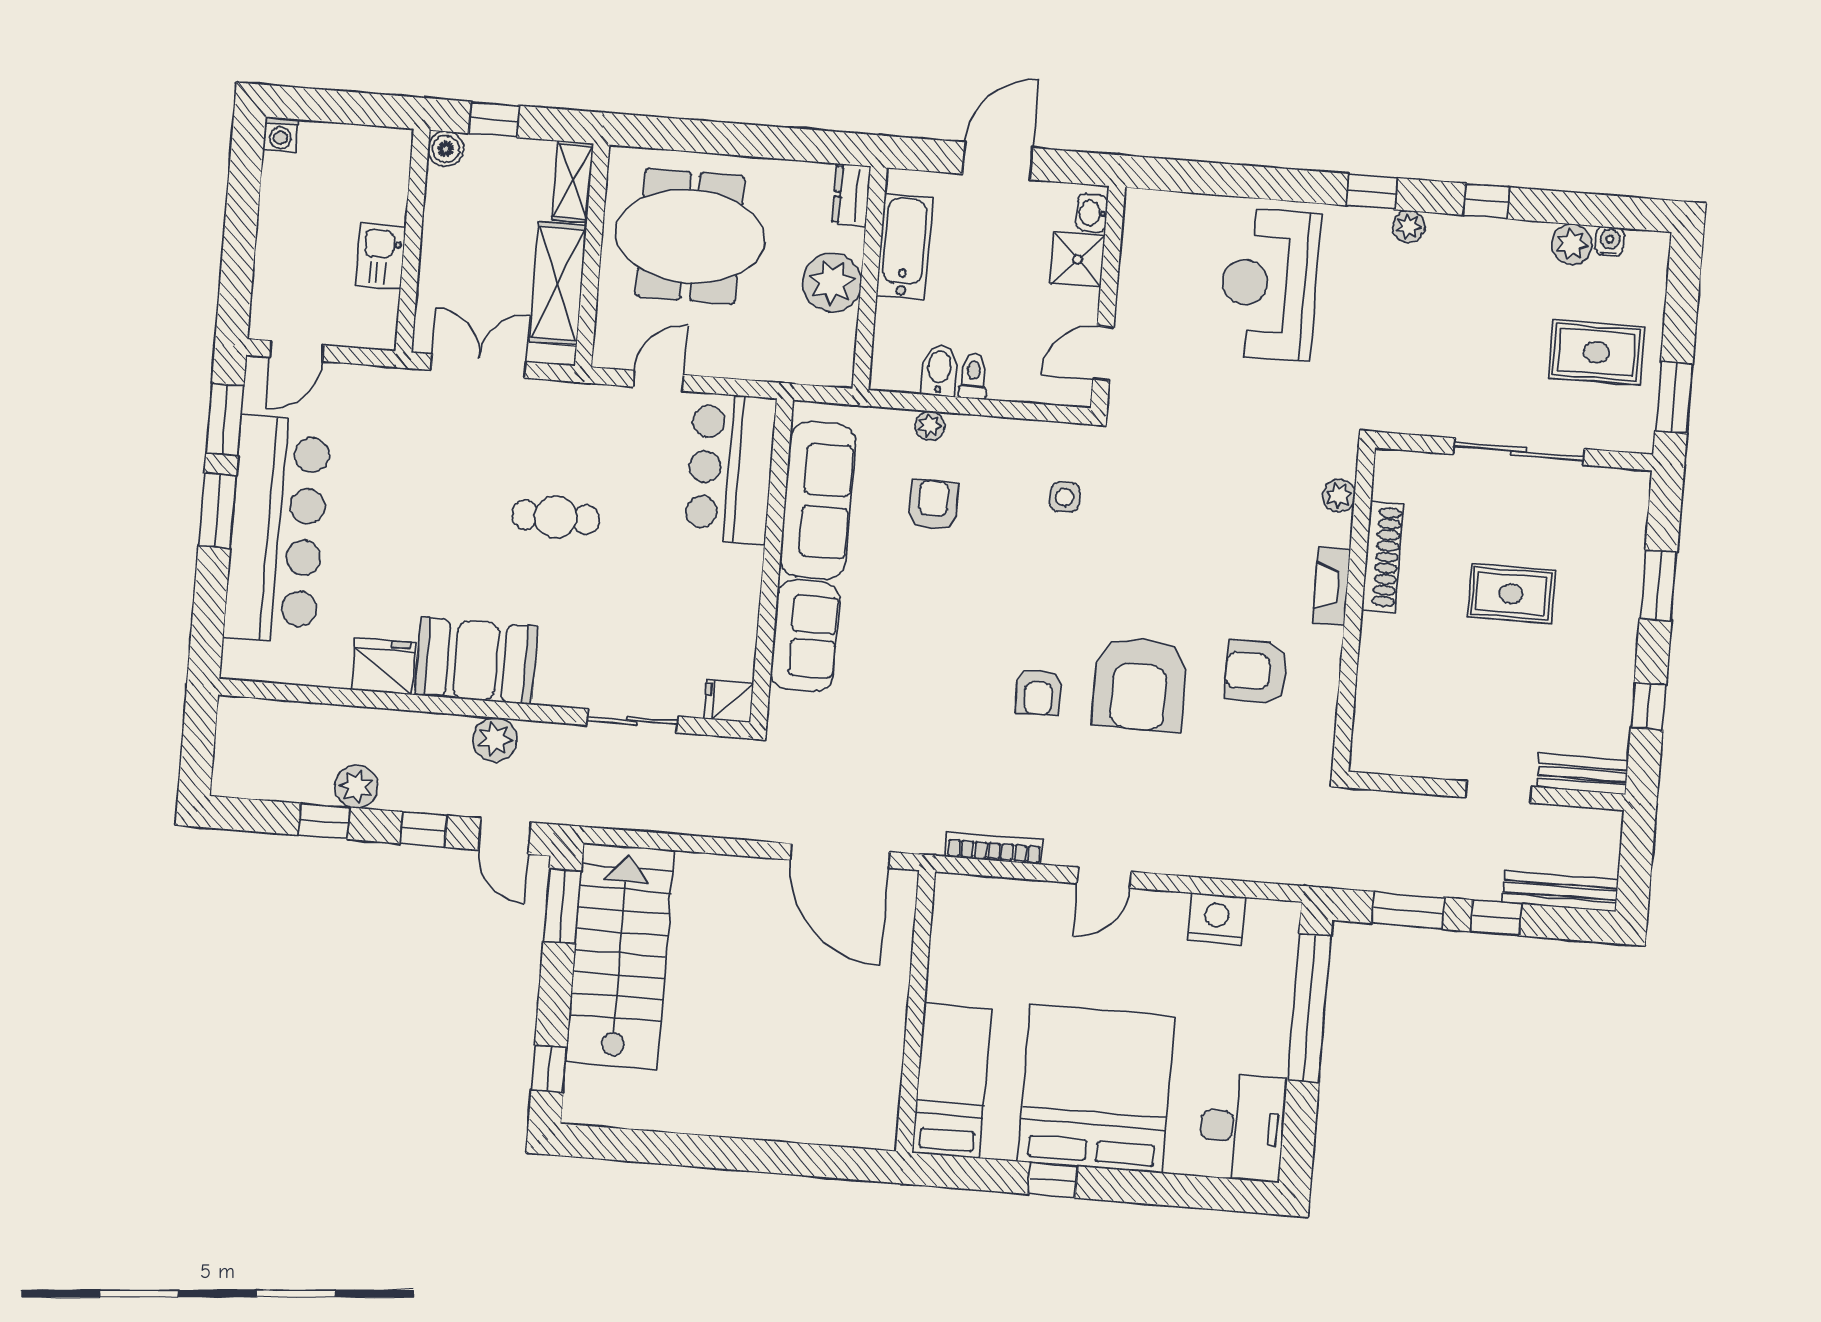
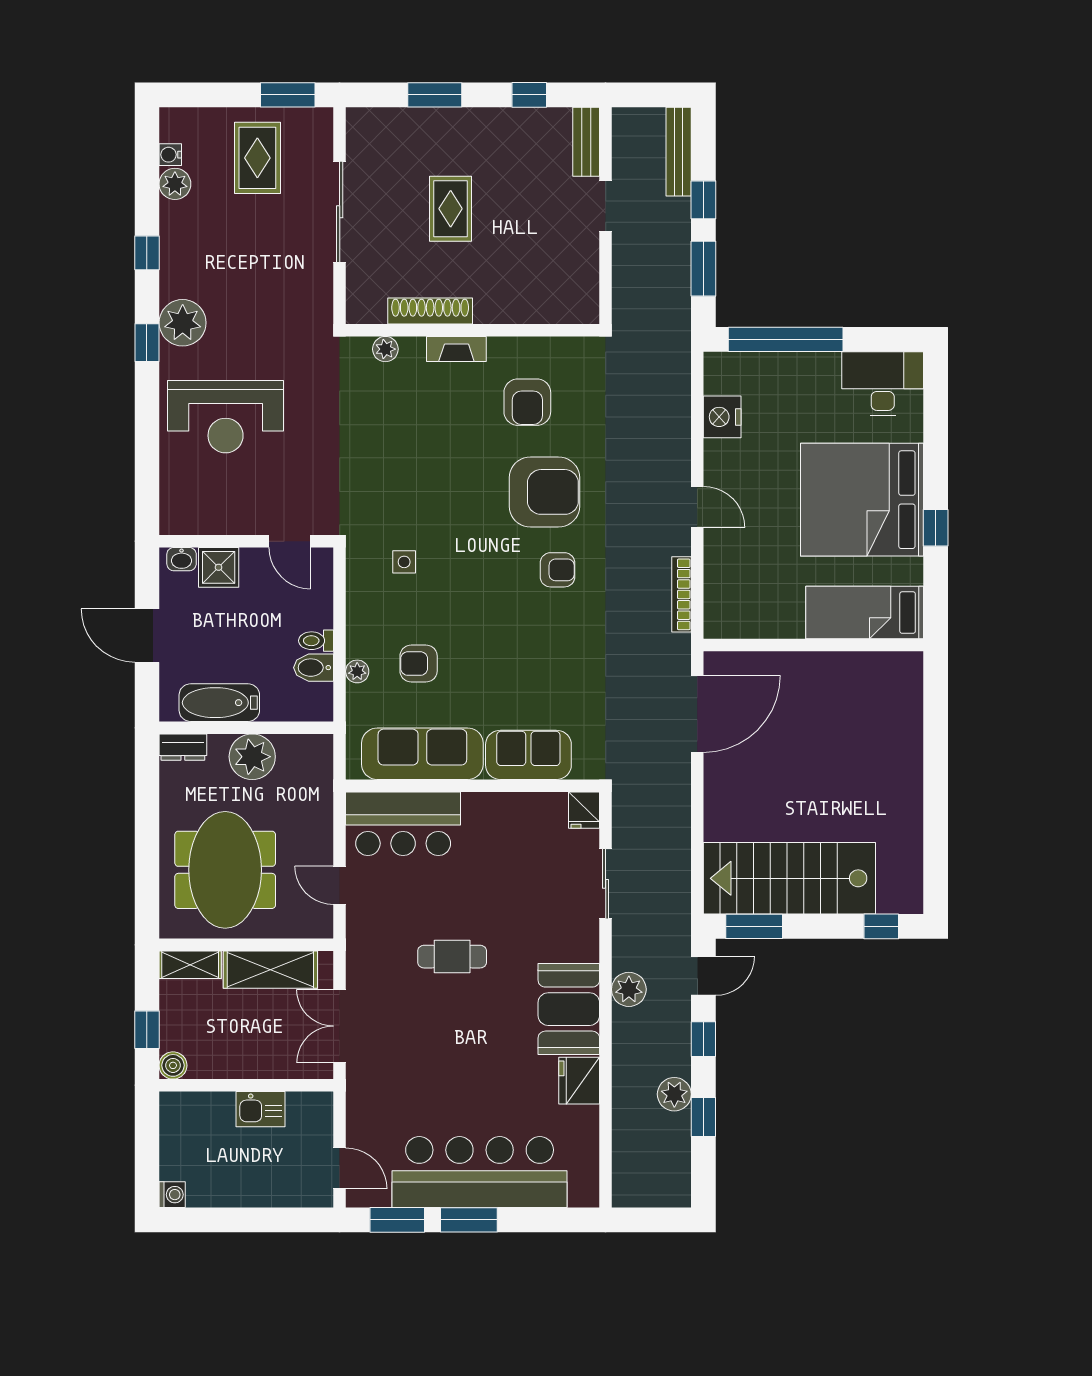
plant: (1409, 226) -> (183, 323), width x1.88, depth x1.88
cafe table: (555, 517) -> (452, 957), turned 90

